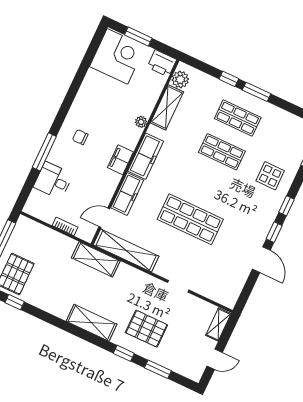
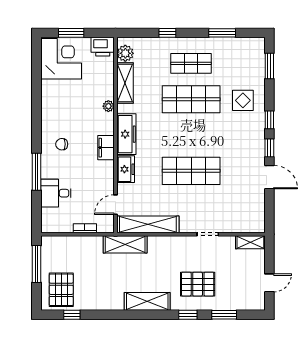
window: (257, 92) -> (222, 33), moved
shop shelf: (222, 152) -> (191, 99), width x1.43, depth x1.36
freezer: (127, 194) -> (126, 169), width x0.71
shelving: (218, 324) -> (250, 242), moved, turned 90

